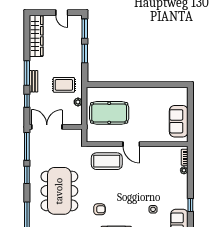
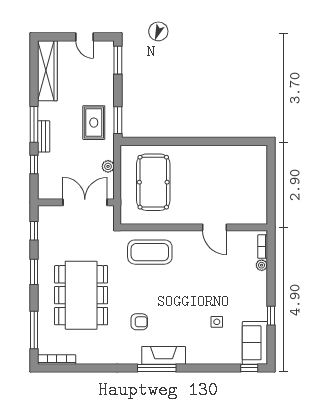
window: (85, 53) -> (118, 120), moved
rug: (64, 85) -> (94, 123), moved, turned 90
pool table: (109, 113) -> (153, 182), turned 90
sofa: (179, 121) -> (254, 194), removed
double door: (47, 127) -> (85, 202), moved
door: (131, 144) -> (214, 227), moved
window: (27, 146) -> (34, 231), width x0.46

